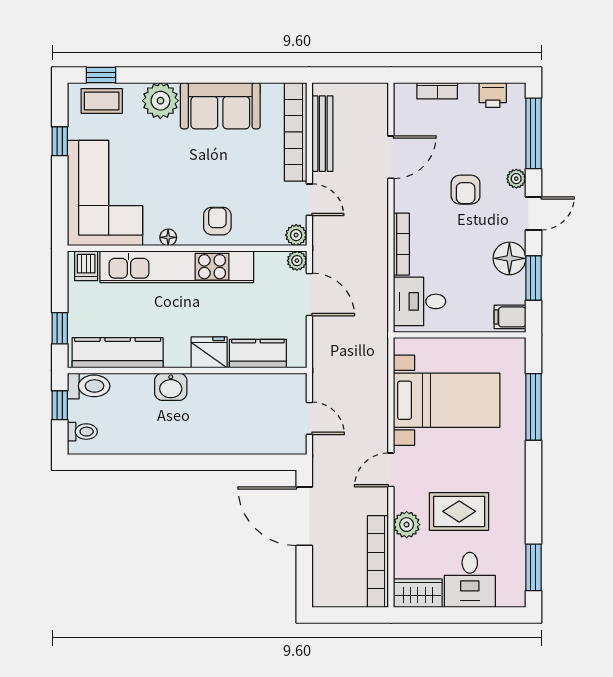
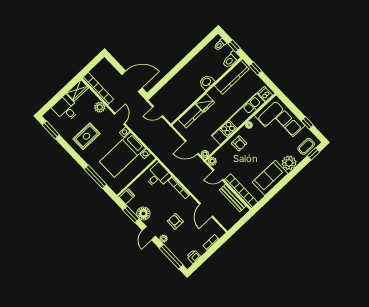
rug: (459, 511) -> (86, 136), moved

